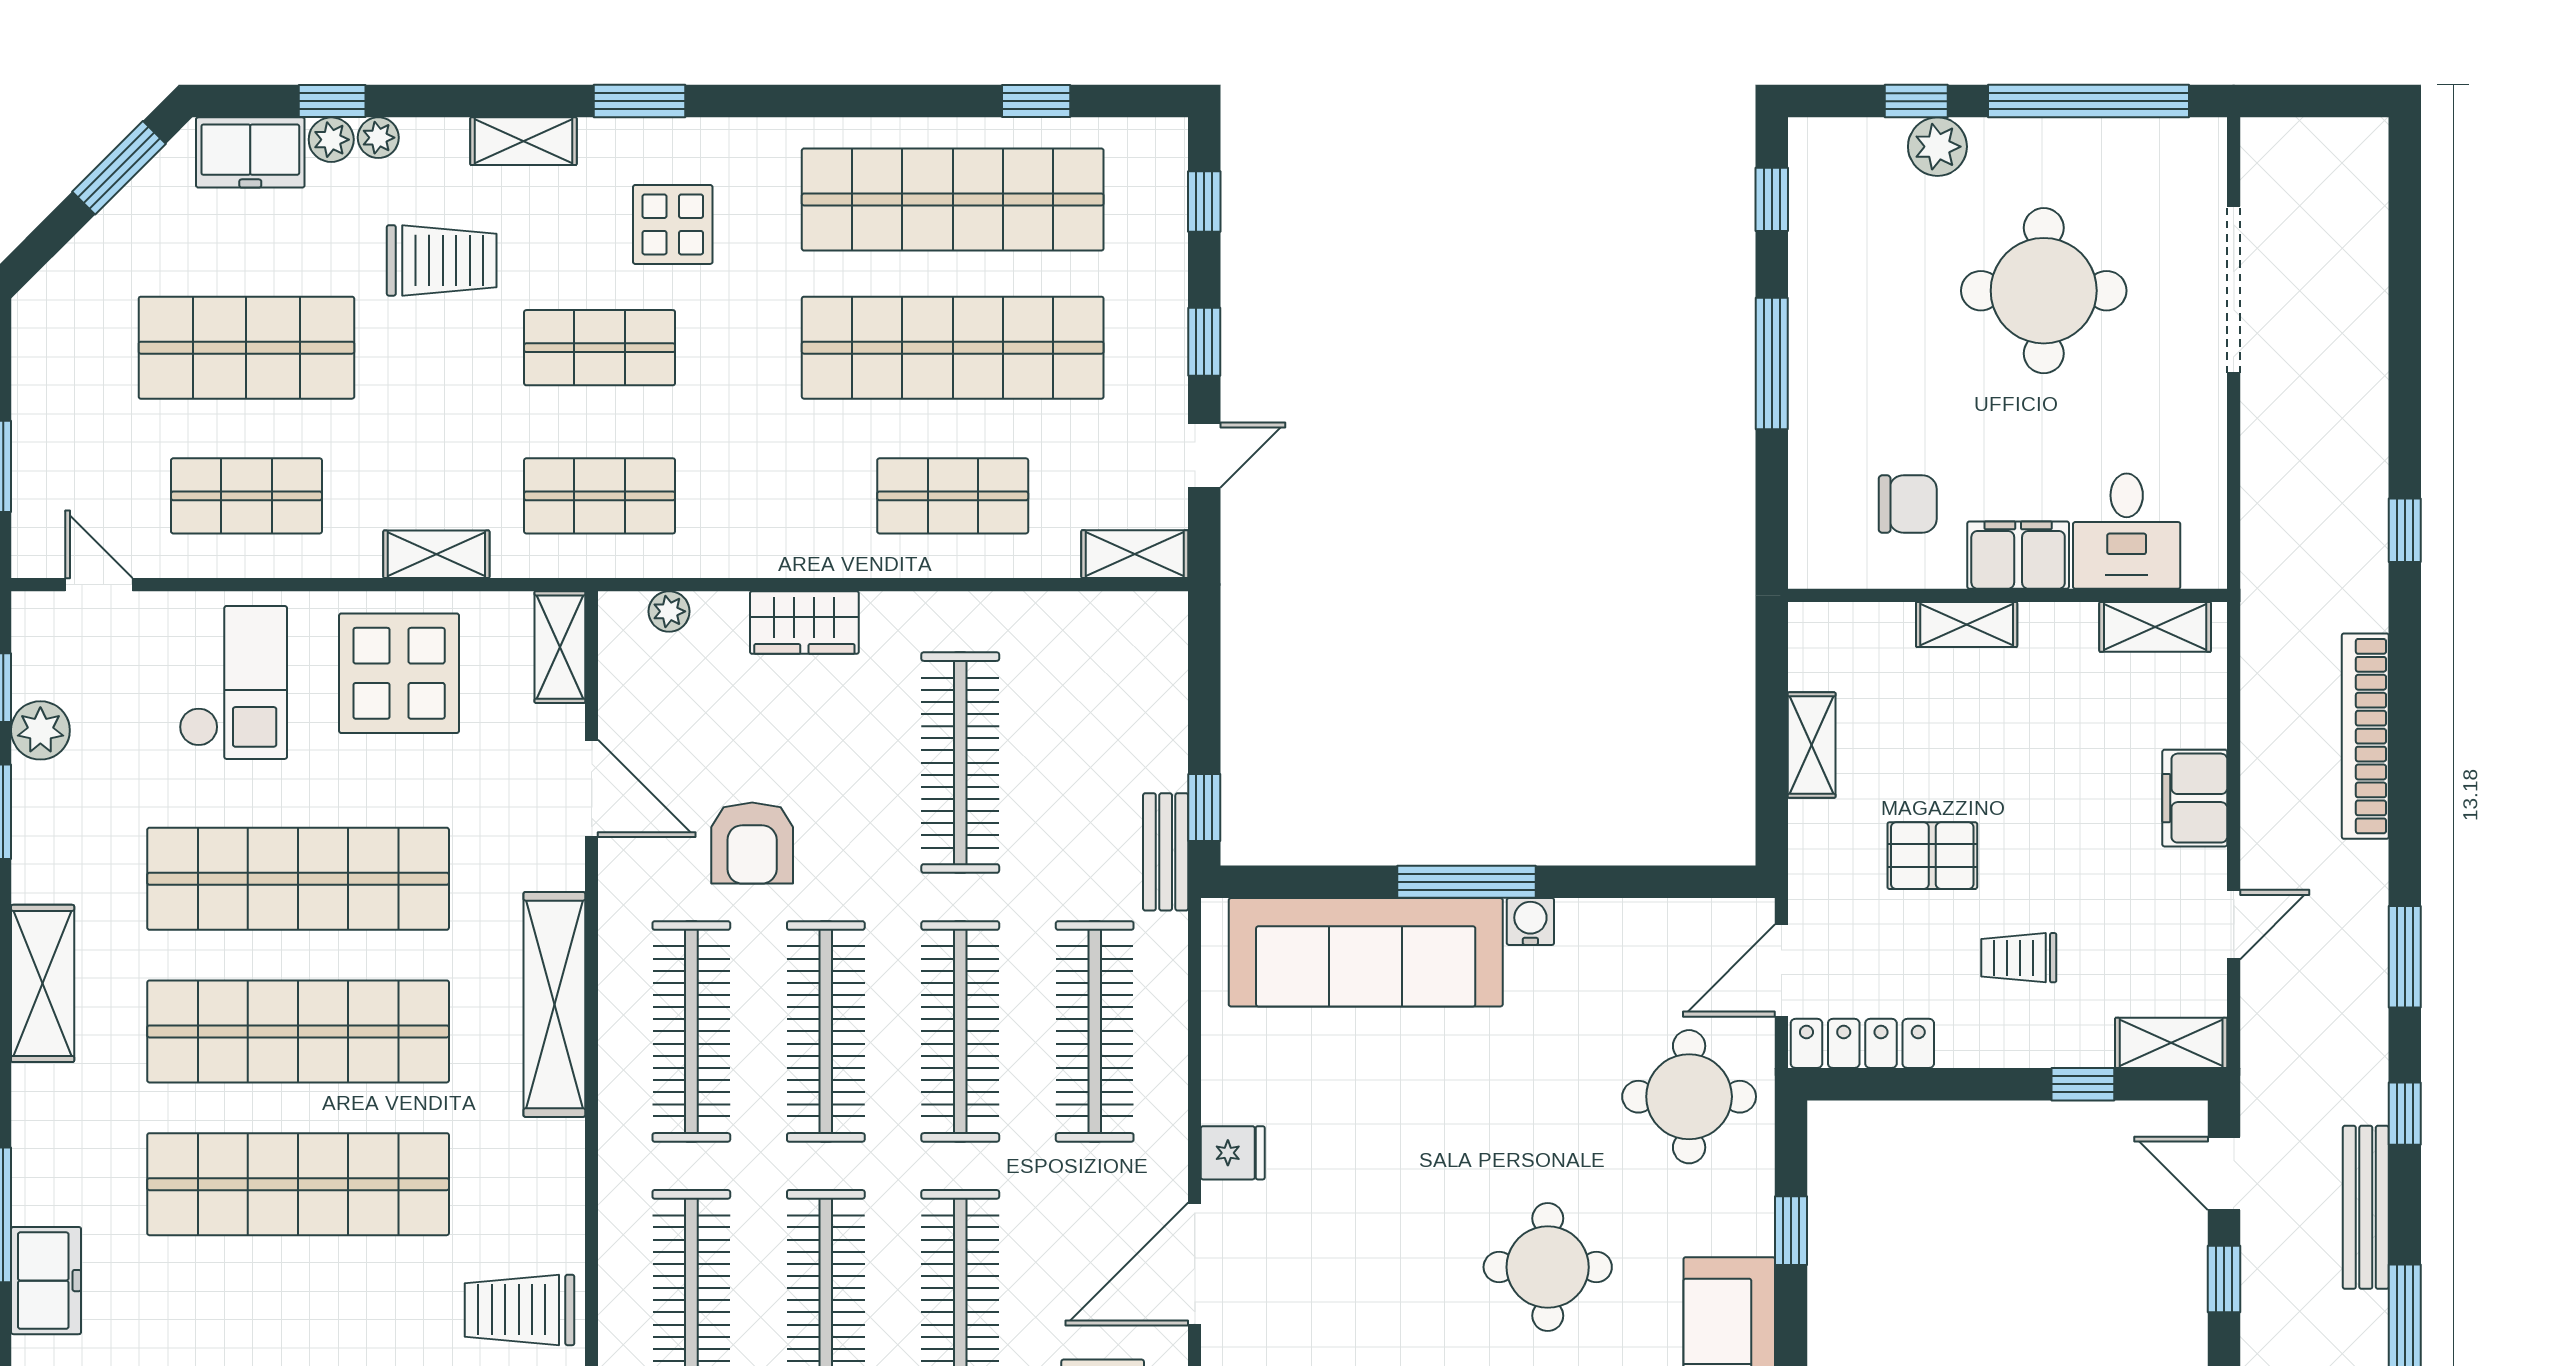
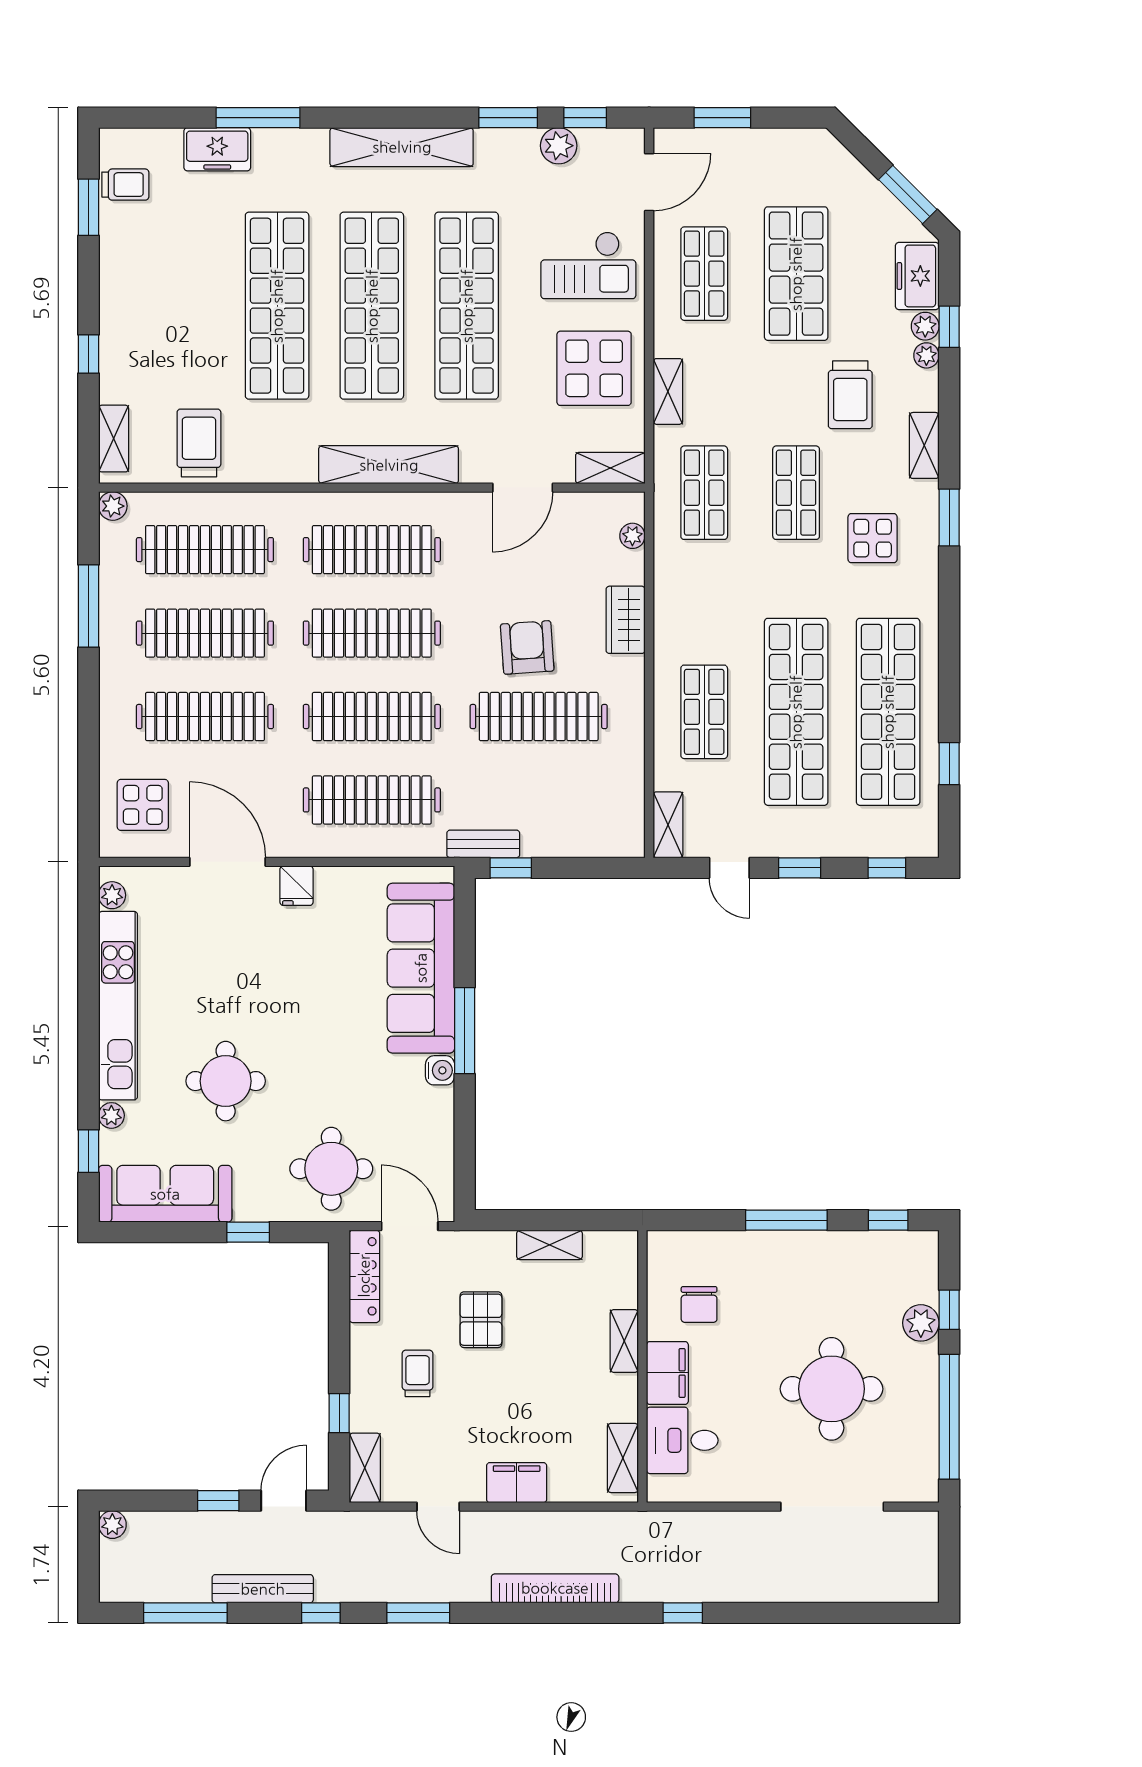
door: (99, 585) -> (649, 182), width x1.38
armchair: (752, 843) -> (527, 647), moved, turned 86
shelving: (43, 983) -> (402, 147), width x1.47

